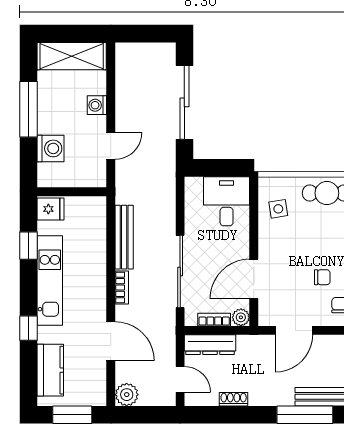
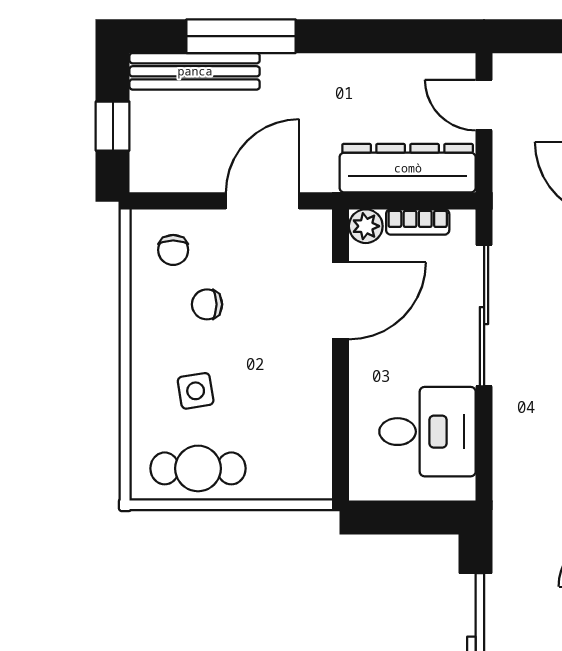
desk: (227, 201) -> (427, 432), moved, turned -90
side table: (278, 209) -> (196, 391), moved
dresser: (210, 345) -> (408, 168), width x1.37, depth x1.24
shoe rack: (234, 399) -> (380, 67), removed

